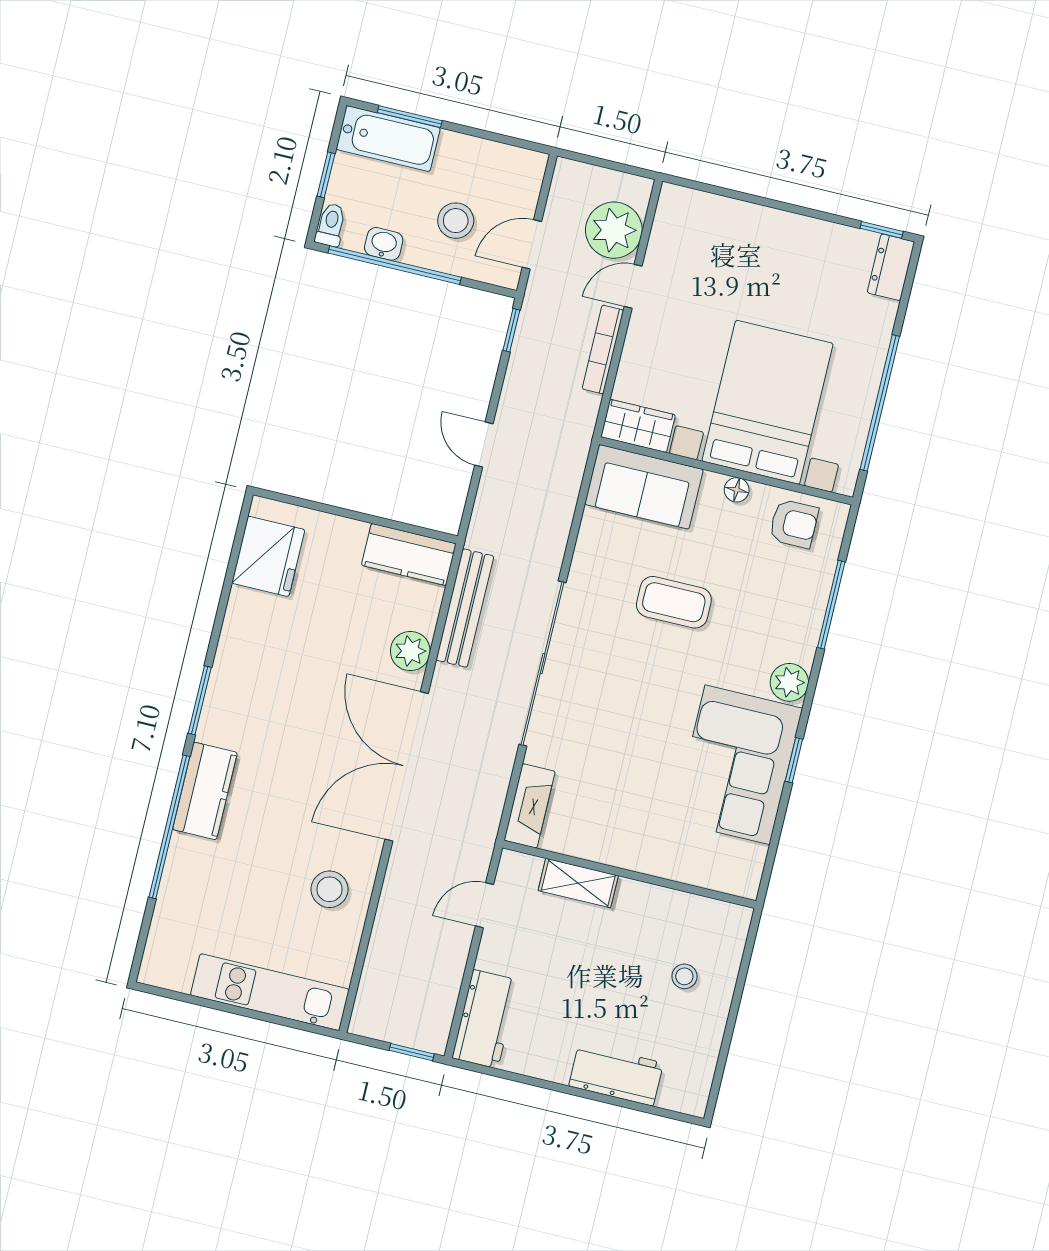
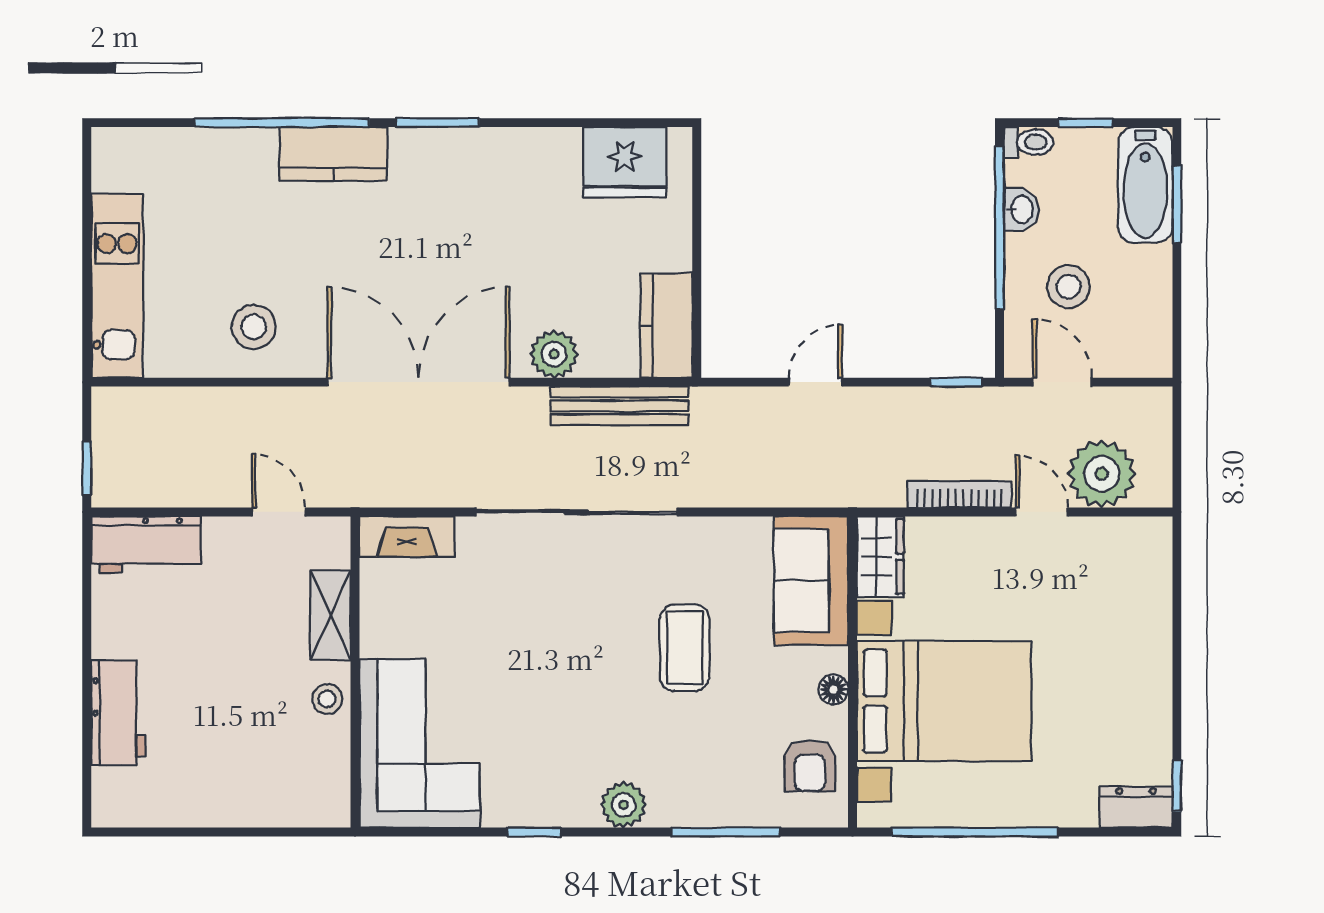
corner sofa: (737, 765) -> (420, 743), moved, turned 90
stool: (684, 976) -> (327, 699), moved

